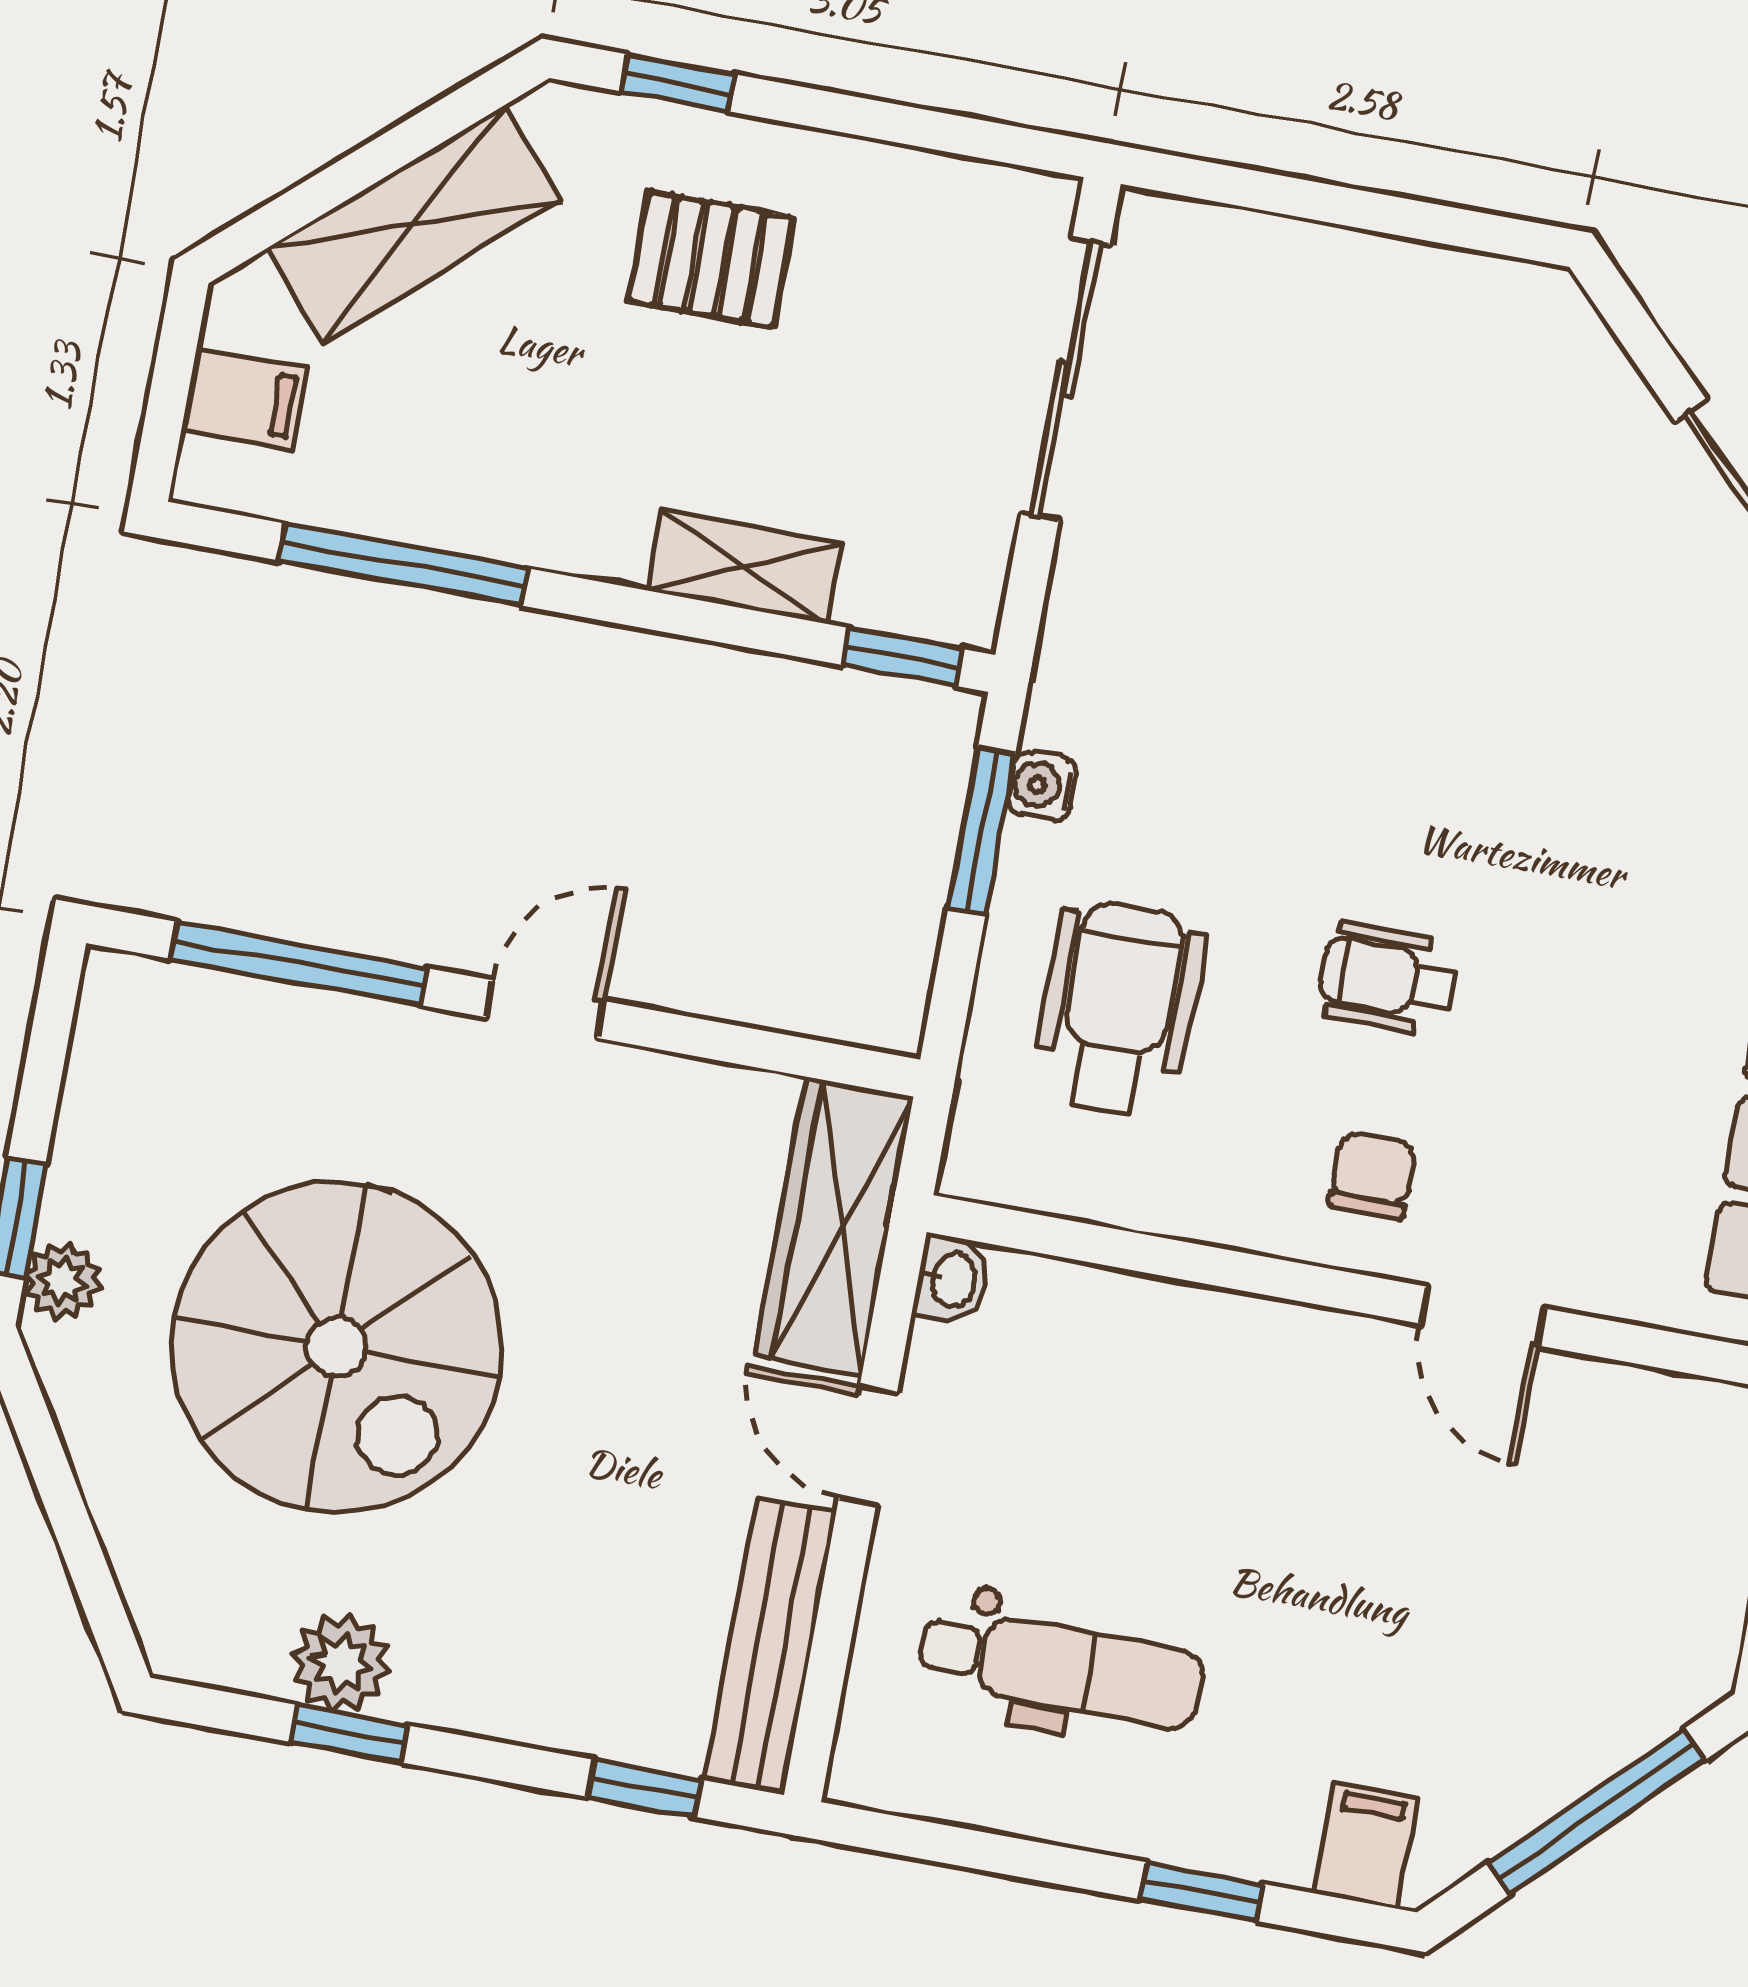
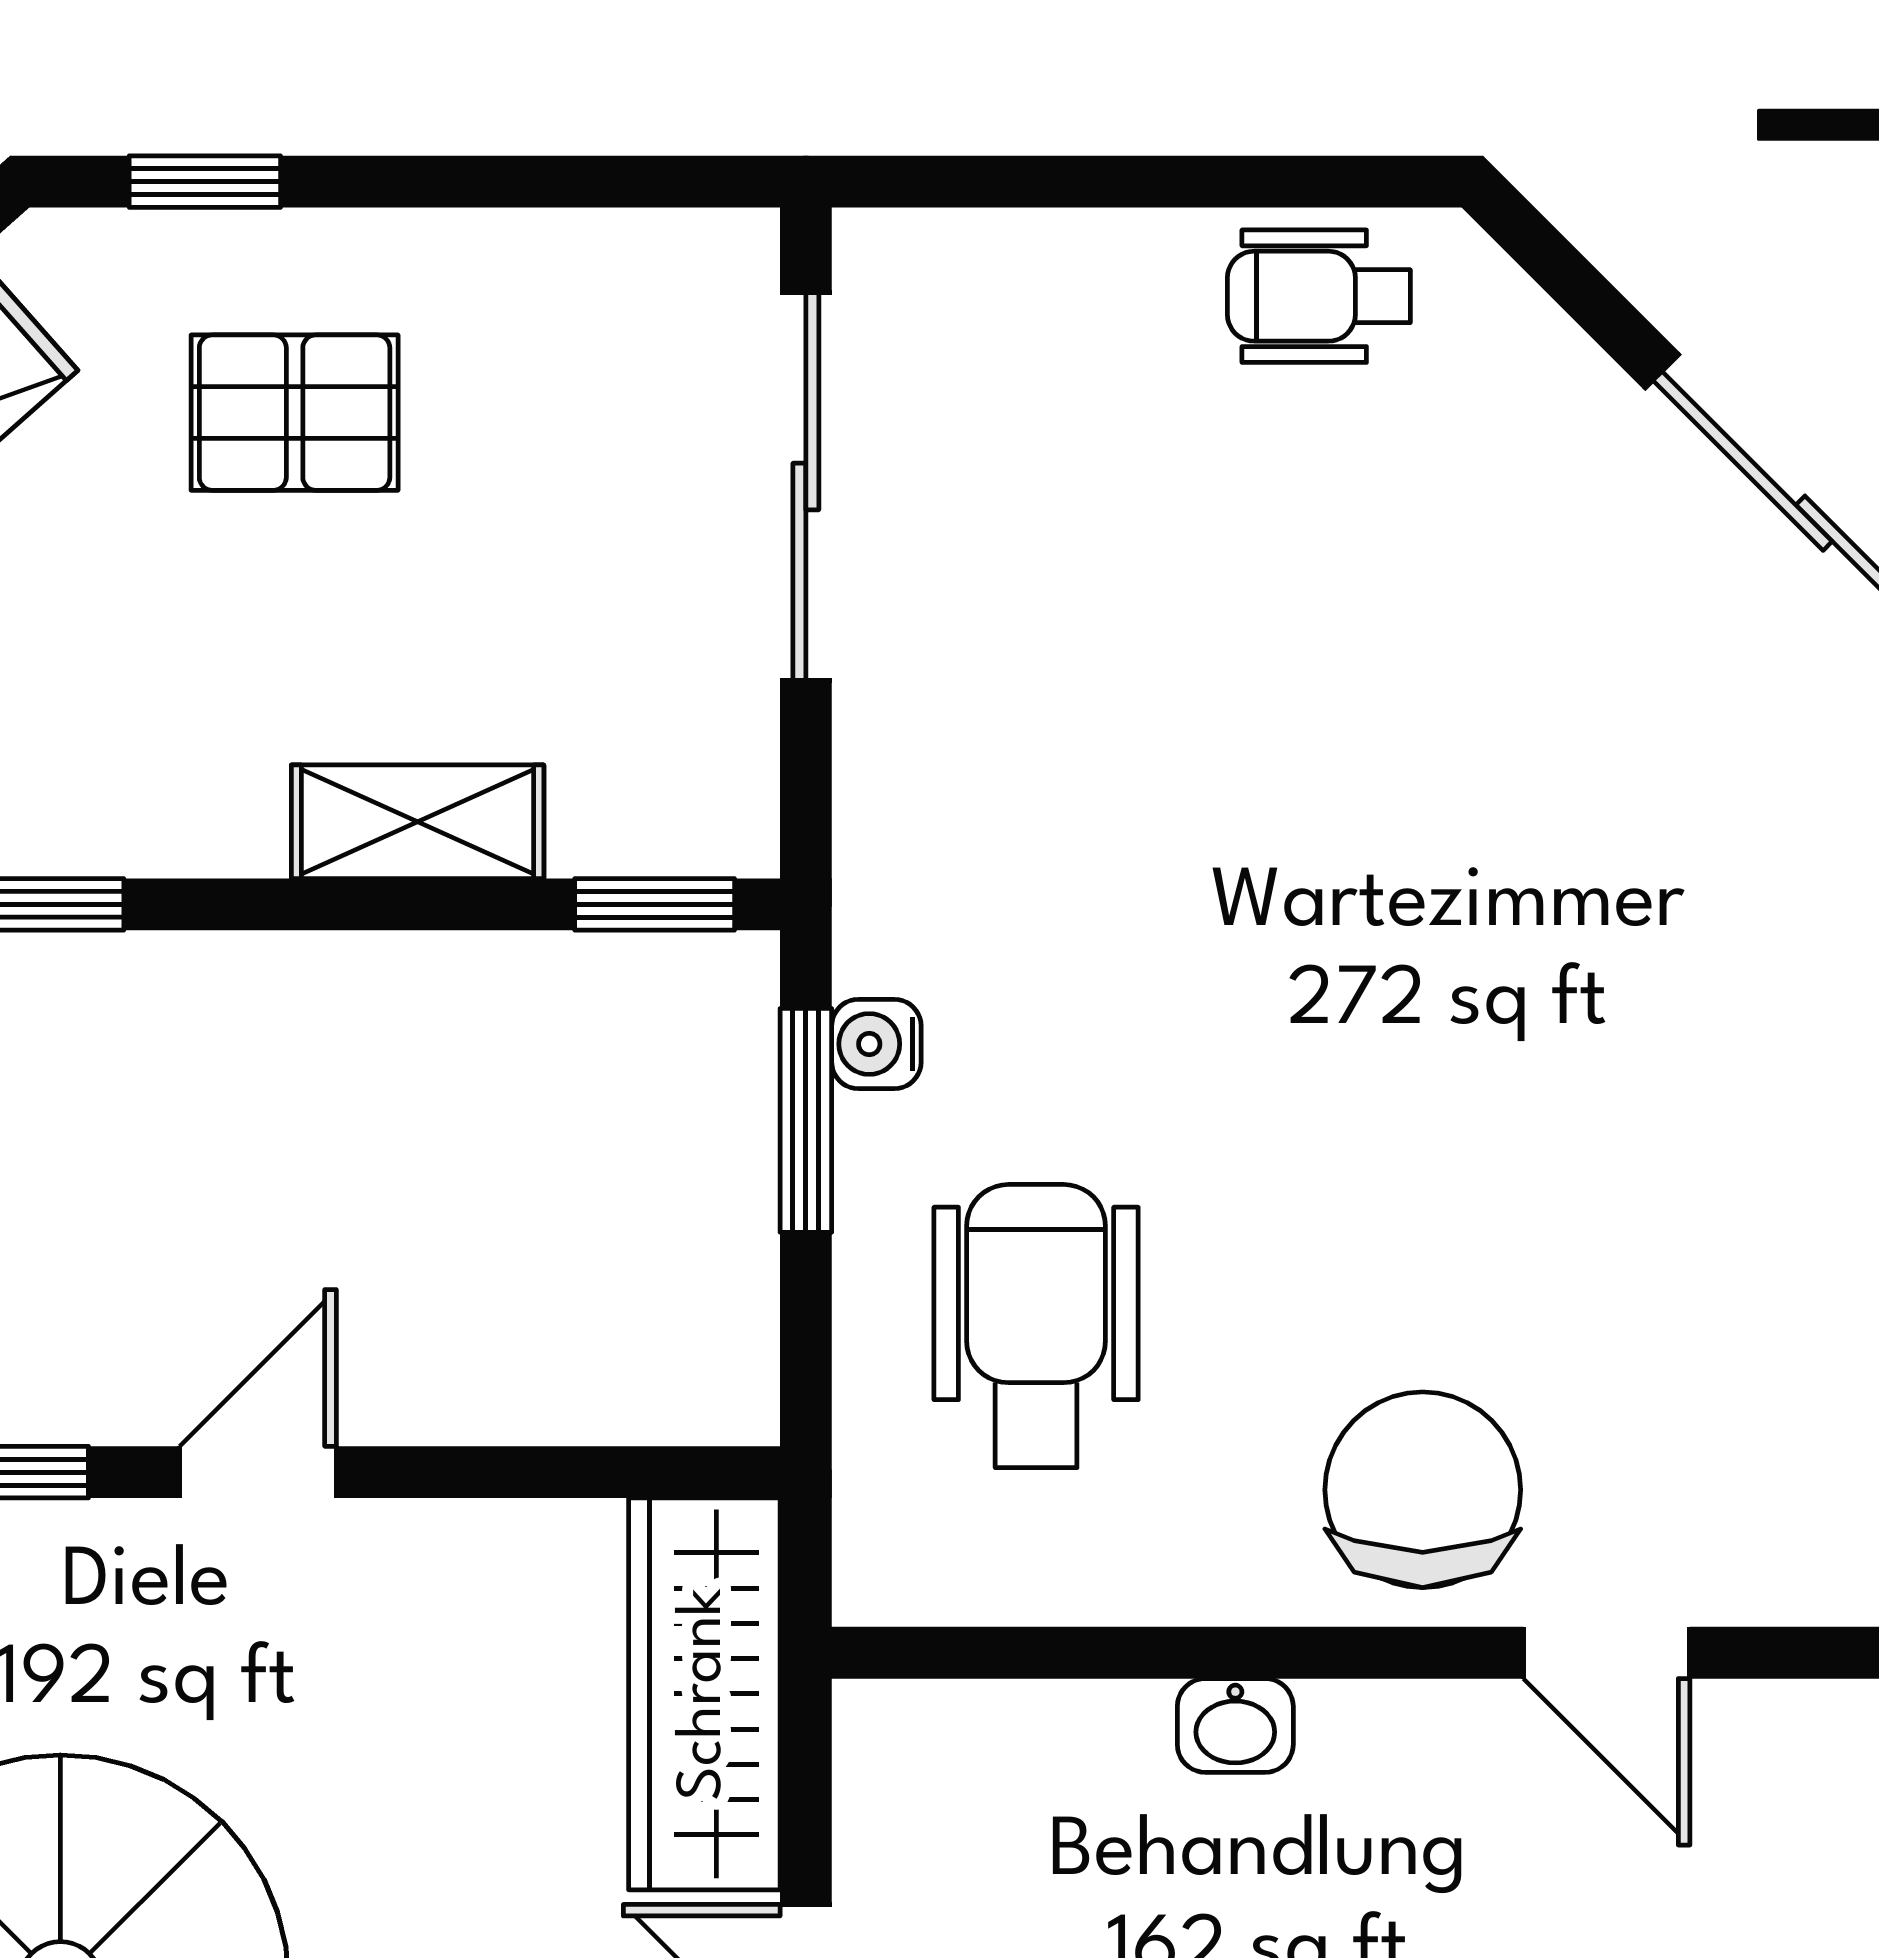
wheelchair: (1388, 979) -> (1319, 296), moved
chair: (1373, 1176) -> (1423, 1490), width x1.87, depth x1.87
washbasin: (952, 1280) -> (1235, 1725), moved, turned 90

